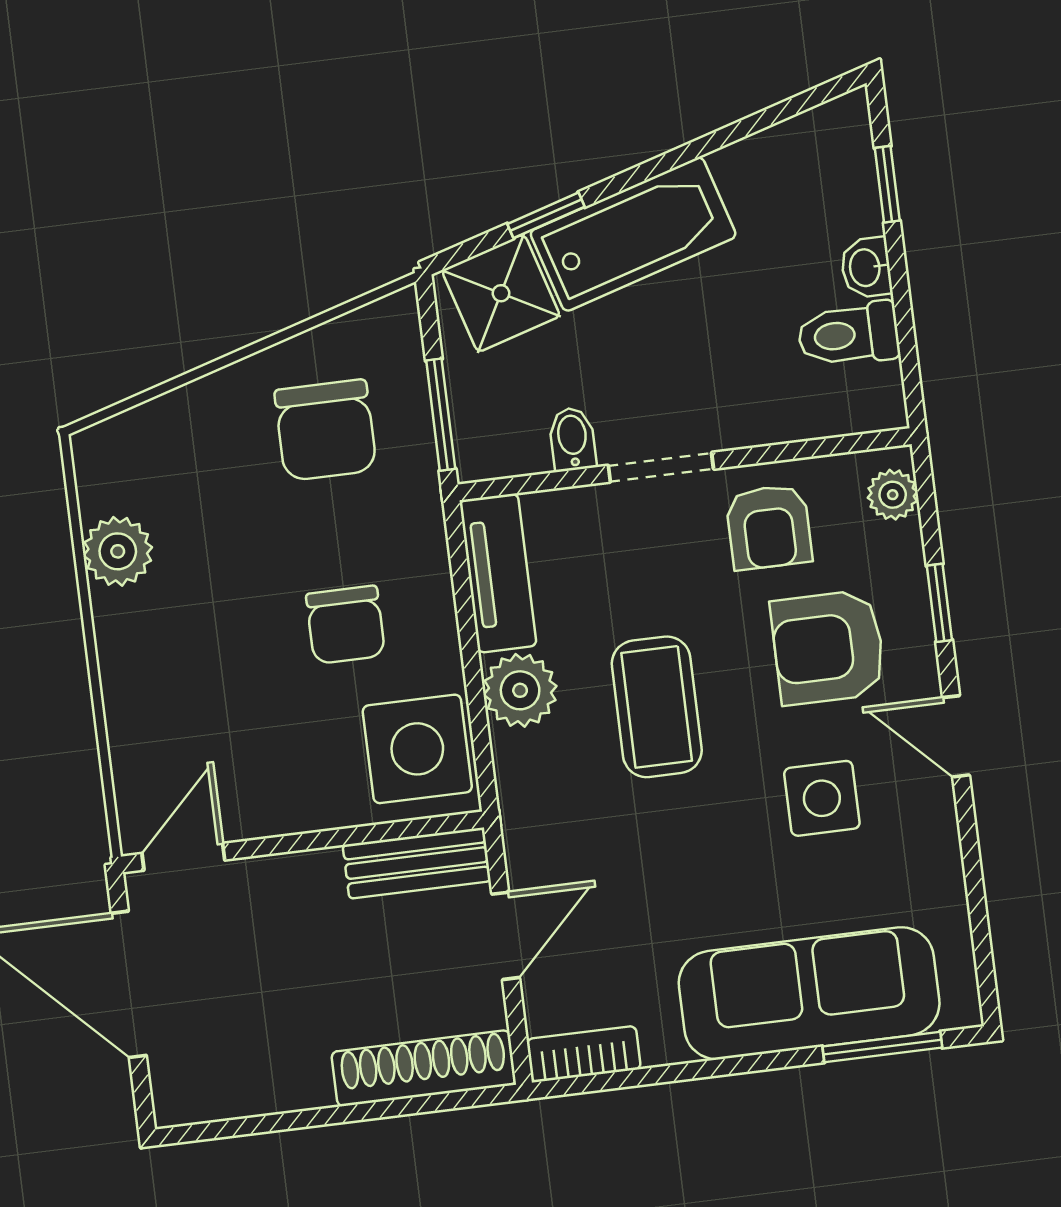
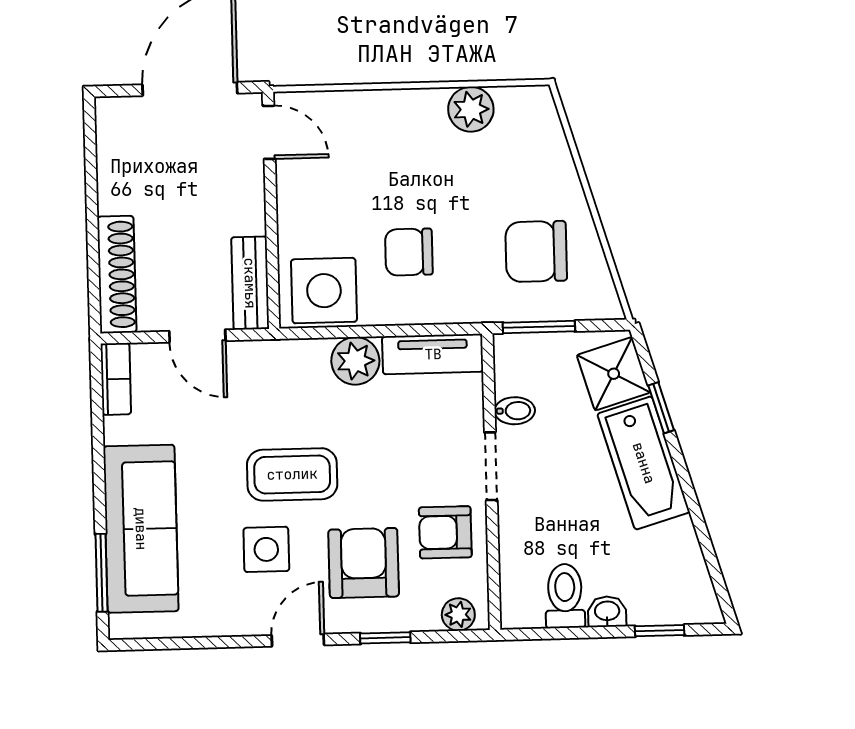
coffee table: (657, 707) -> (292, 474), moved

